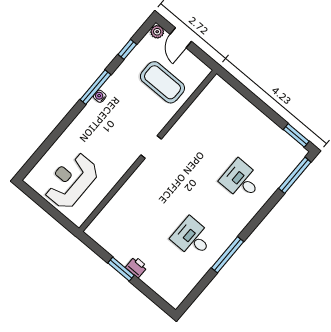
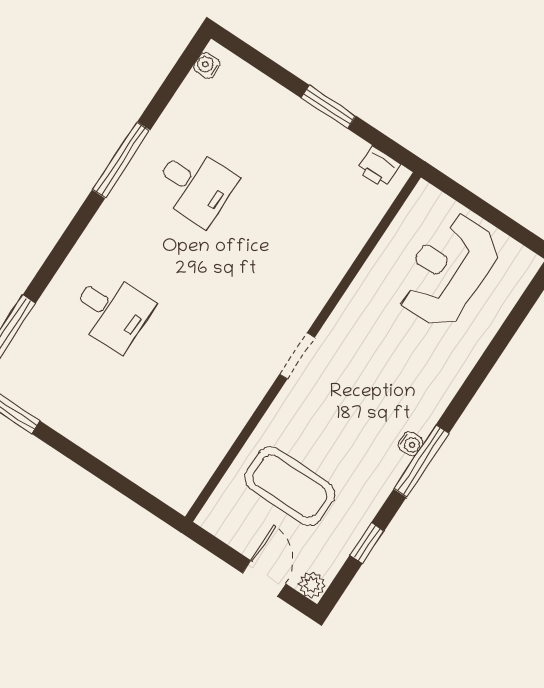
reception desk: (71, 181) -> (448, 270), turned 180
printer: (136, 267) -> (378, 167), moved
water cooler: (179, 297) -> (207, 65), added

